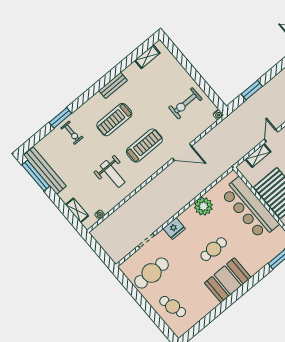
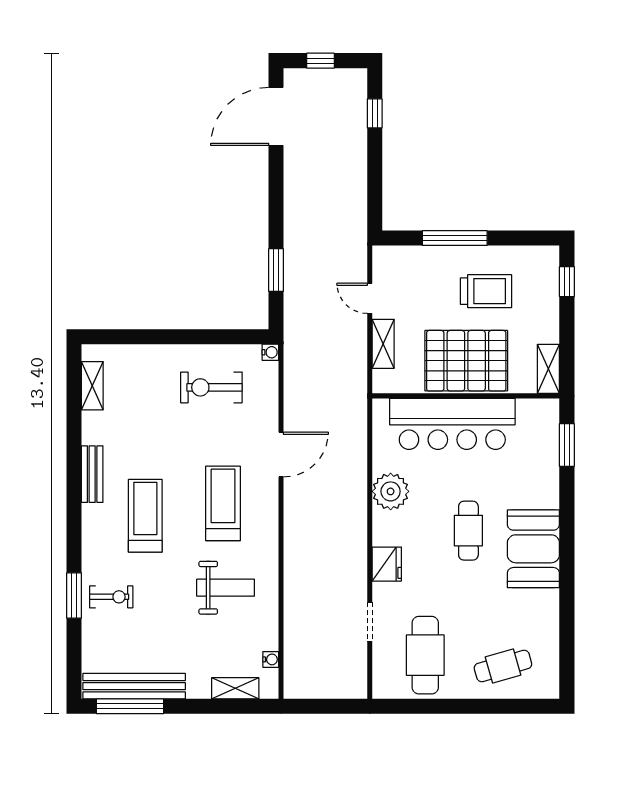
exercise bike: (185, 103) -> (211, 387), turned 90
treadmill: (114, 120) -> (145, 516), turned 180

